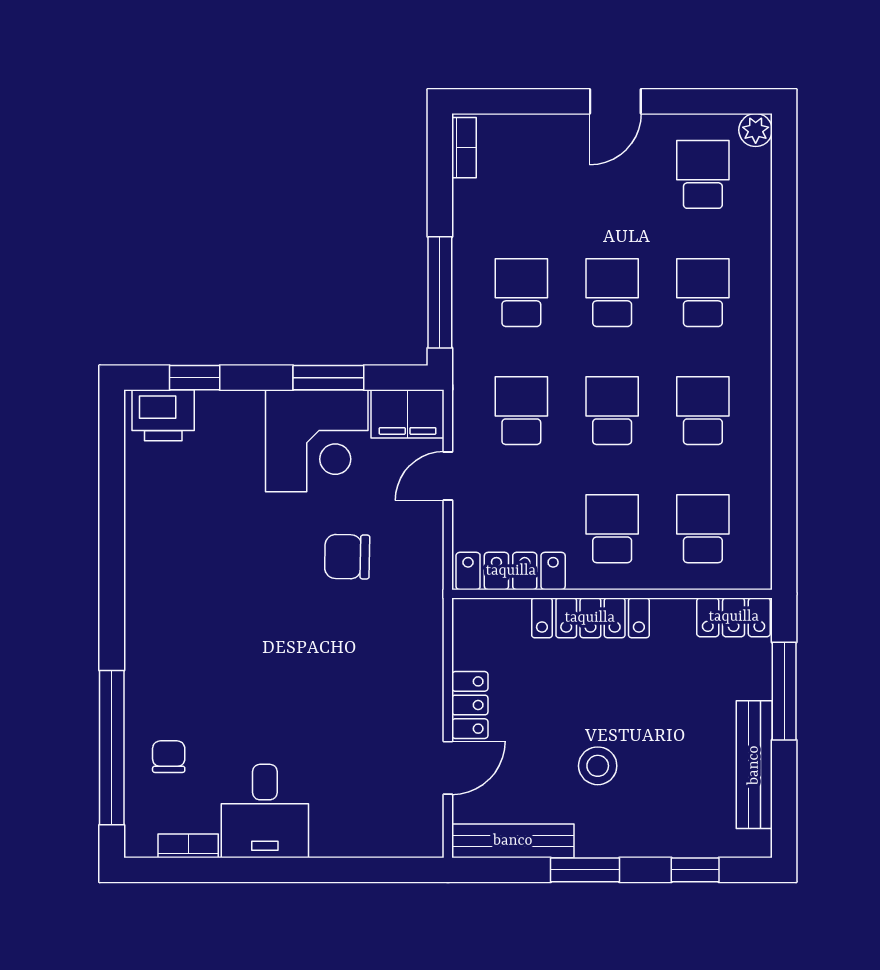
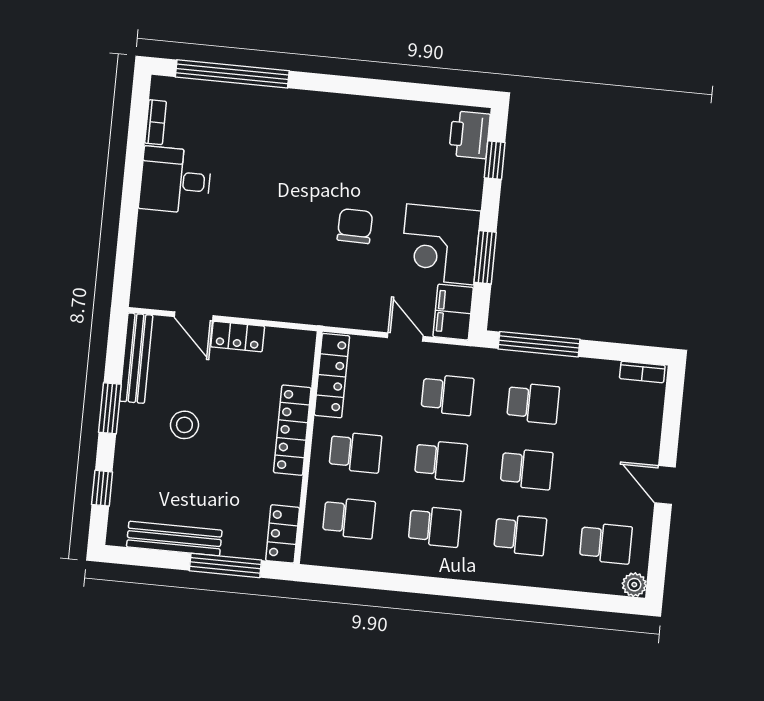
chair: (347, 557) -> (355, 226), moved
chair: (169, 757) -> (222, 114), removed

